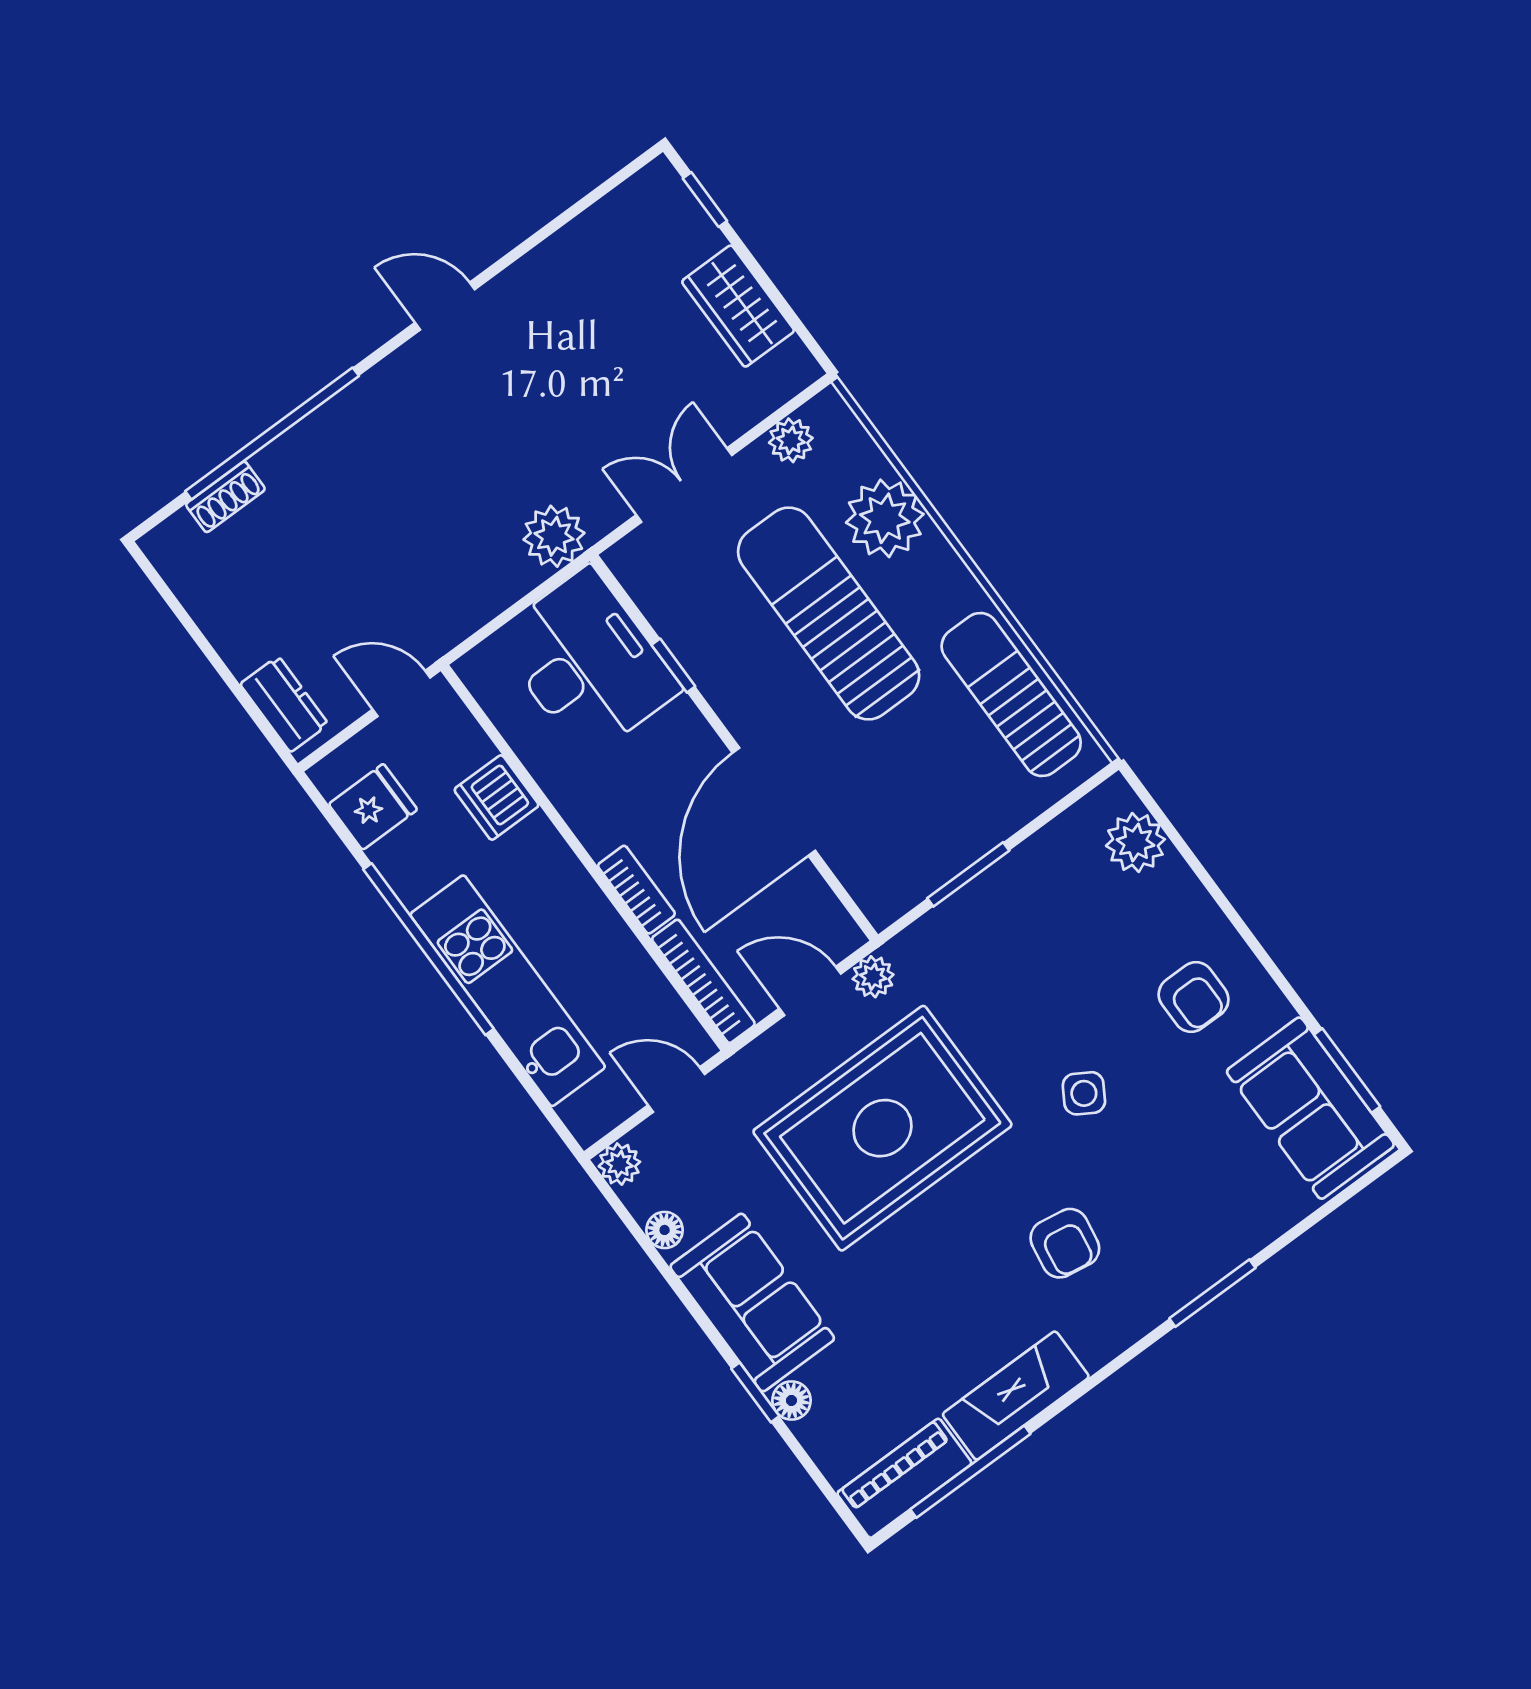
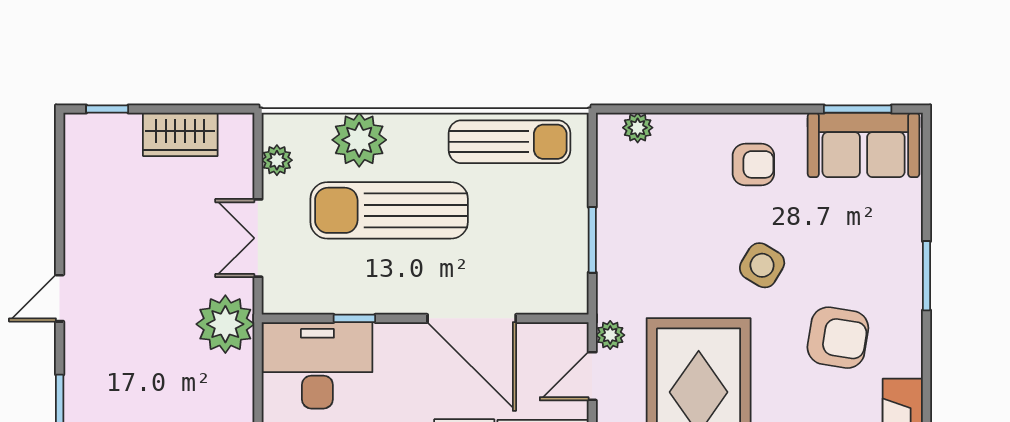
plant: (554, 536) -> (225, 324), width x1.36, depth x1.36
sun lounger: (1011, 694) -> (509, 142), turned 180
plant: (1135, 843) -> (638, 128), width x0.73, depth x0.73
side table: (1084, 1093) -> (762, 265), width x1.37, depth x1.37
armchair: (1065, 1243) -> (838, 338), width x1.38, depth x1.38

